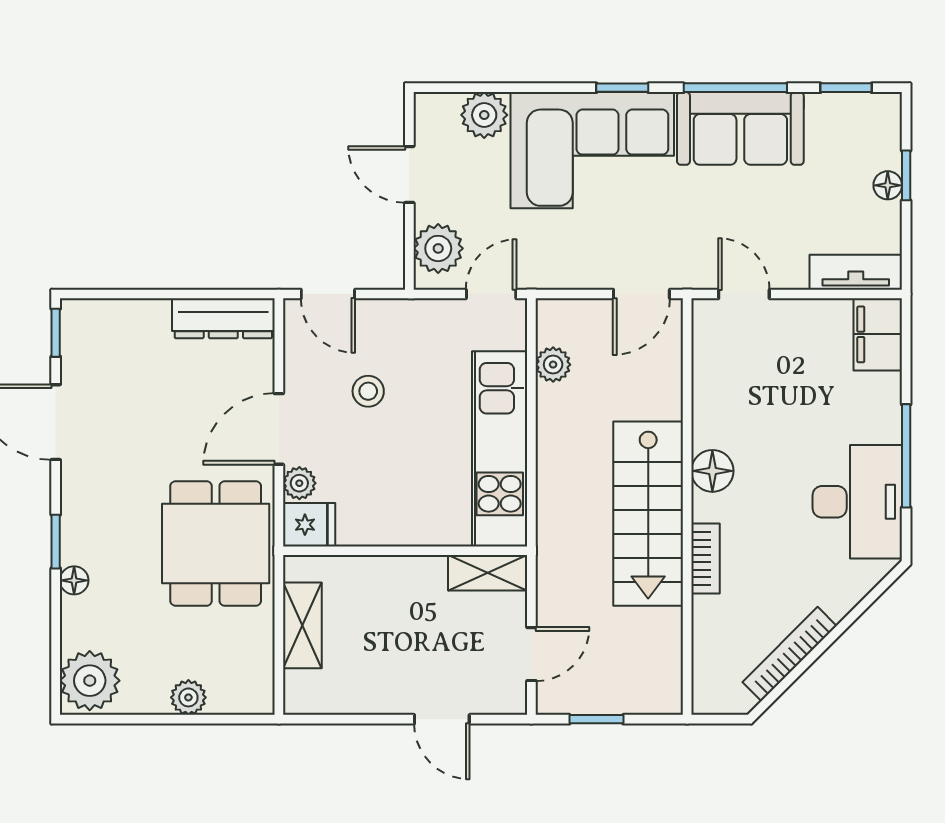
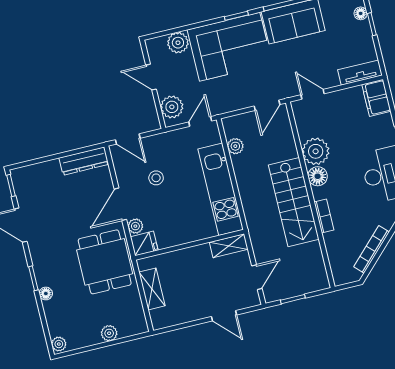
floor lamp: (888, 185) -> (361, 13), moved
plant: (721, 417) -> (316, 151), added
plant: (90, 681) -> (59, 344), width x0.53, depth x0.53

